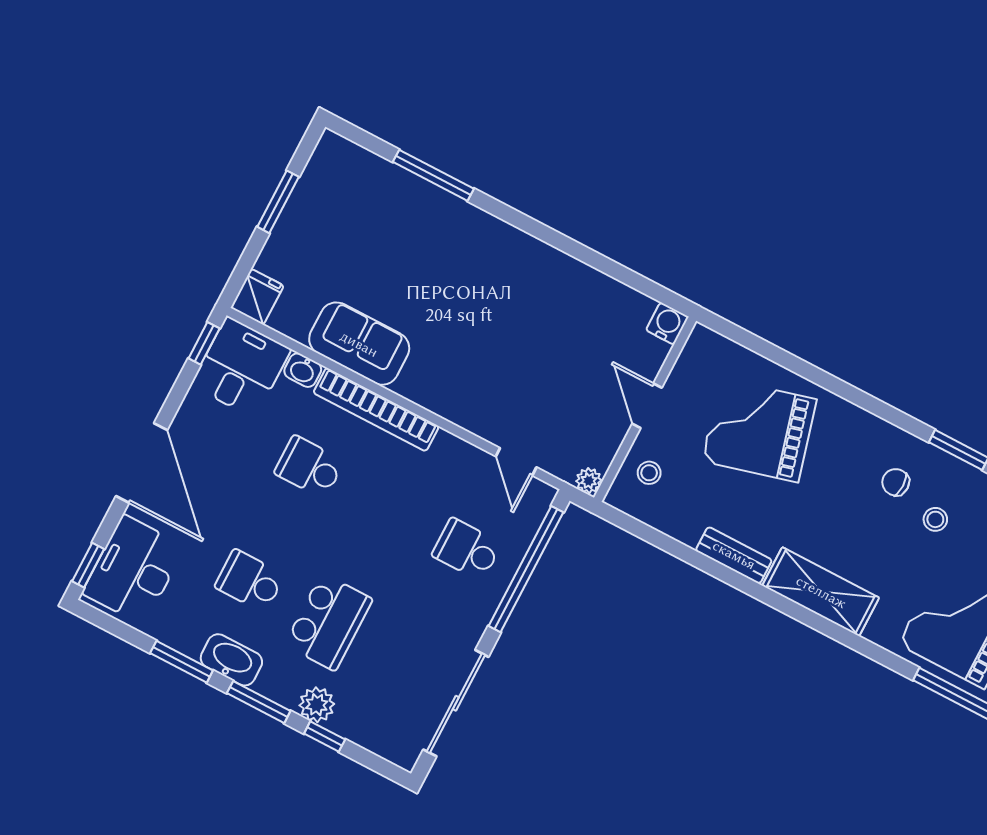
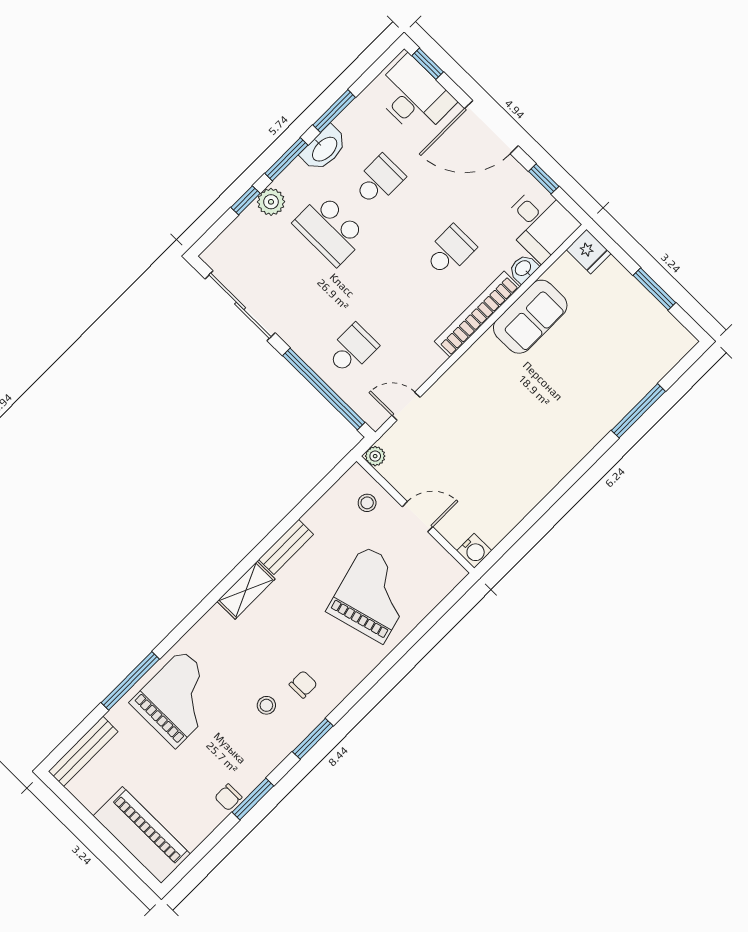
window: (204, 343) -> (544, 179), moved
shelving: (821, 592) -> (246, 590), width x0.67, depth x0.75

